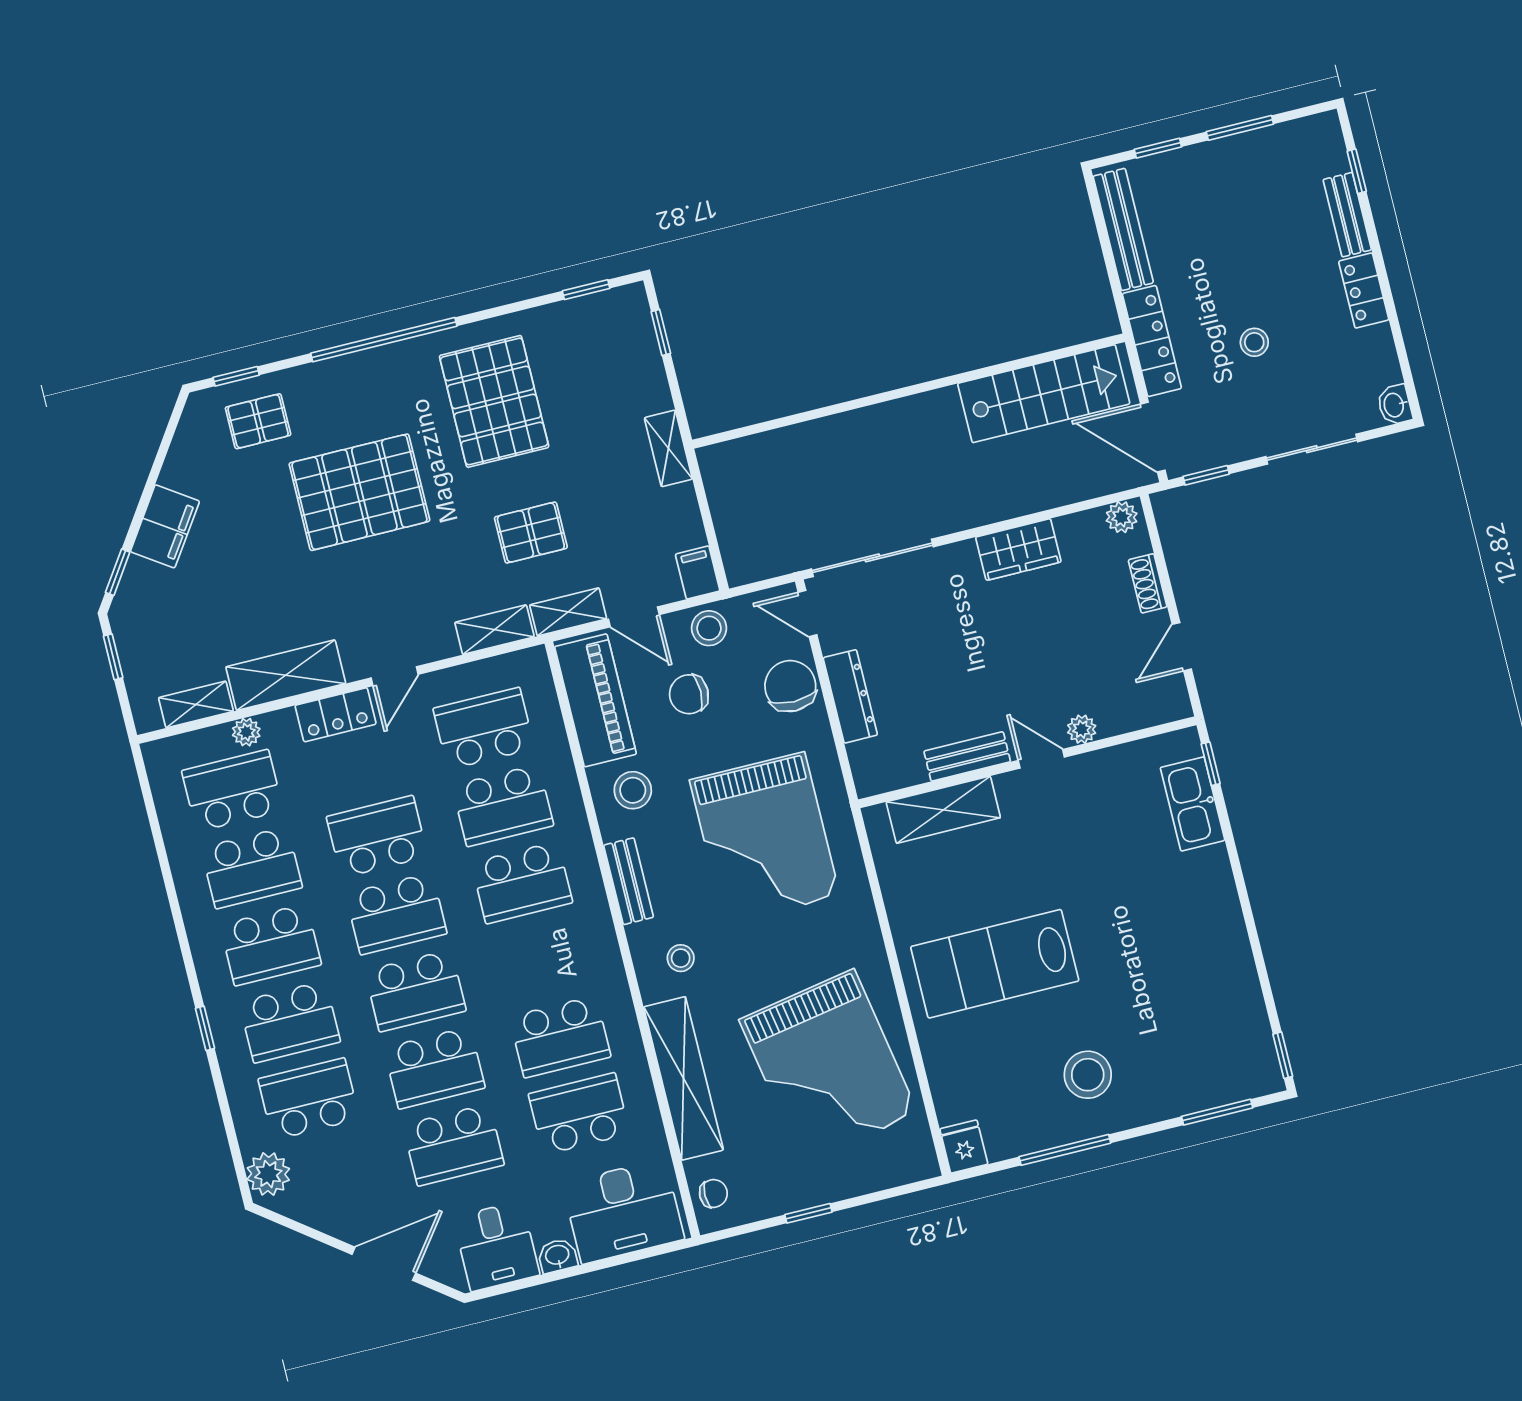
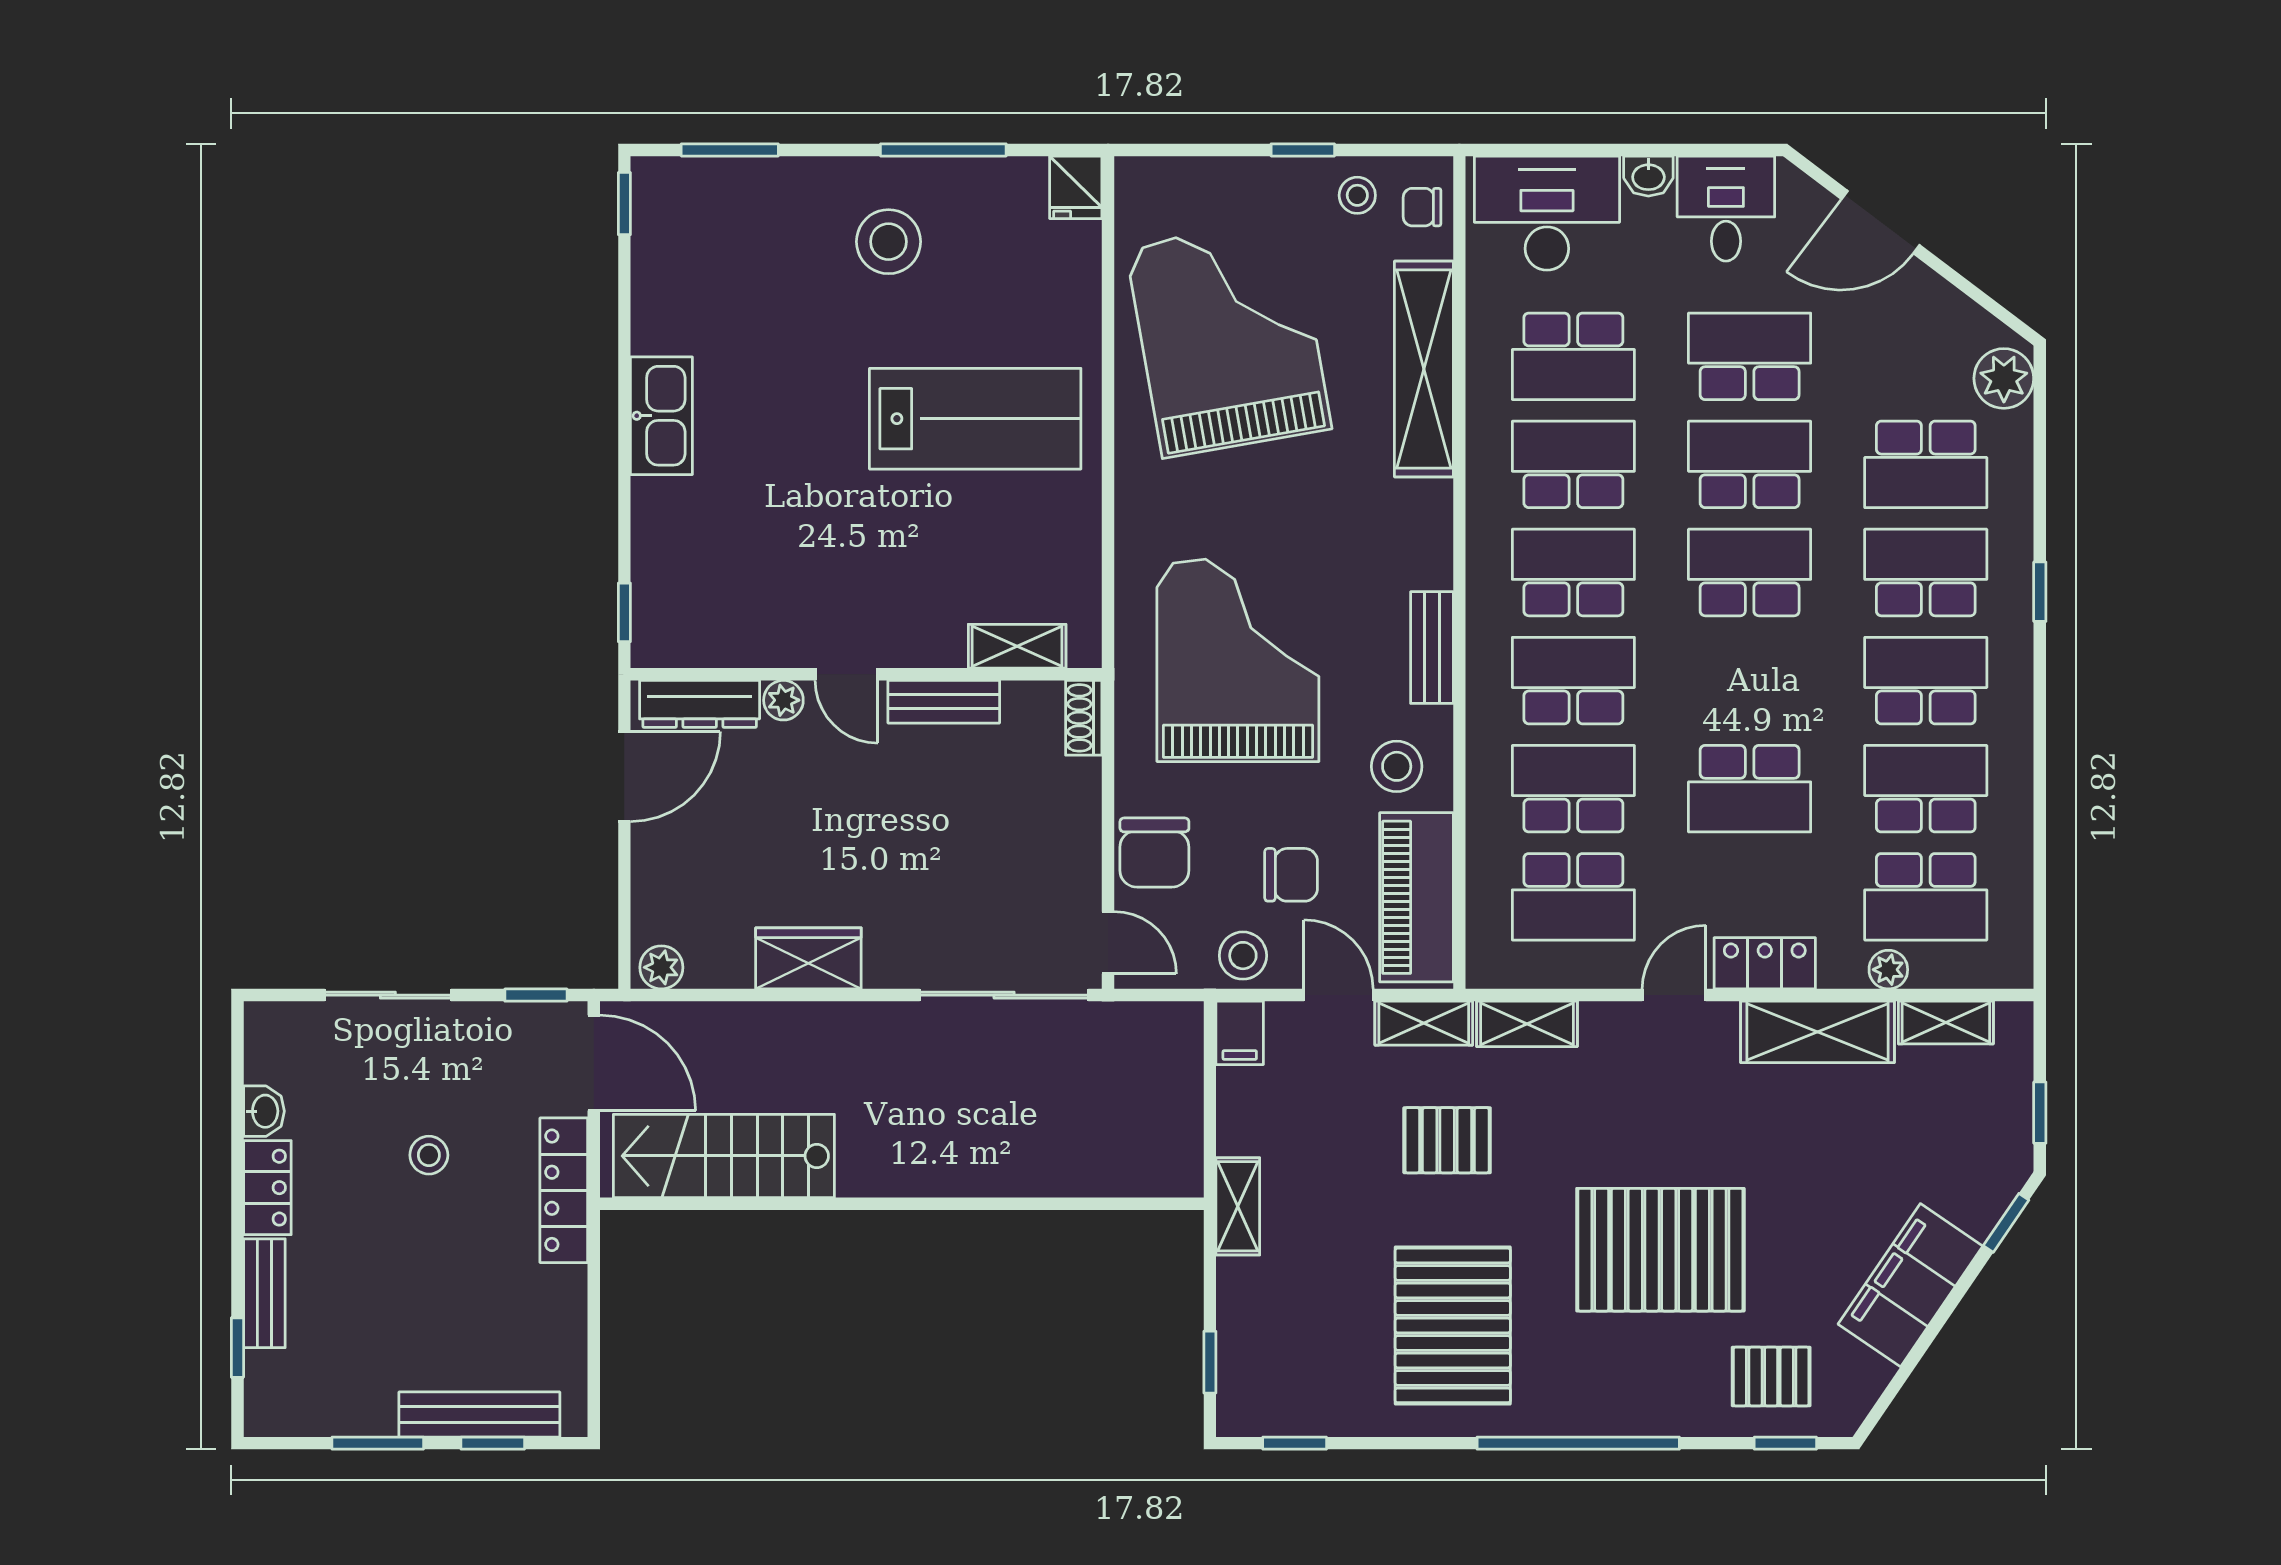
bench: (1123, 229) -> (479, 1414), moved, turned 90
washbasin: (1395, 405) -> (264, 1111), moved
filing cabinet: (165, 526) -> (1910, 1285), width x1.50, depth x1.17
shoe rack: (1148, 583) -> (1084, 718), moved, turned 180
door: (1182, 647) -> (624, 777), width x1.38
dresser: (850, 696) -> (700, 704), moved, turned -90
kitchen sink: (1193, 804) -> (661, 416), moved
shelving: (943, 810) -> (1017, 646), width x0.67, depth x0.75
school desk: (396, 914) -> (1573, 573), moved
stool: (681, 958) -> (1357, 195), moved

